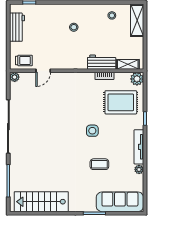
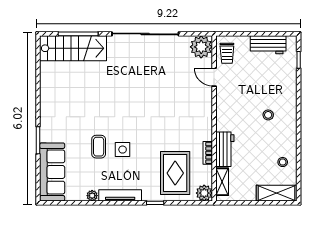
plant: (15, 77) -> (201, 47), width x1.88, depth x1.88
side table: (92, 131) -> (123, 150), moved
stairs: (41, 202) -> (73, 48), moved, turned 90

